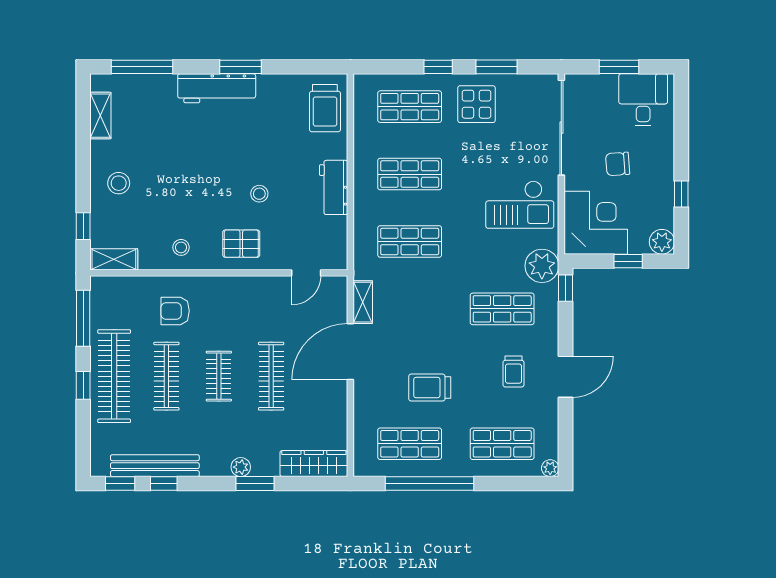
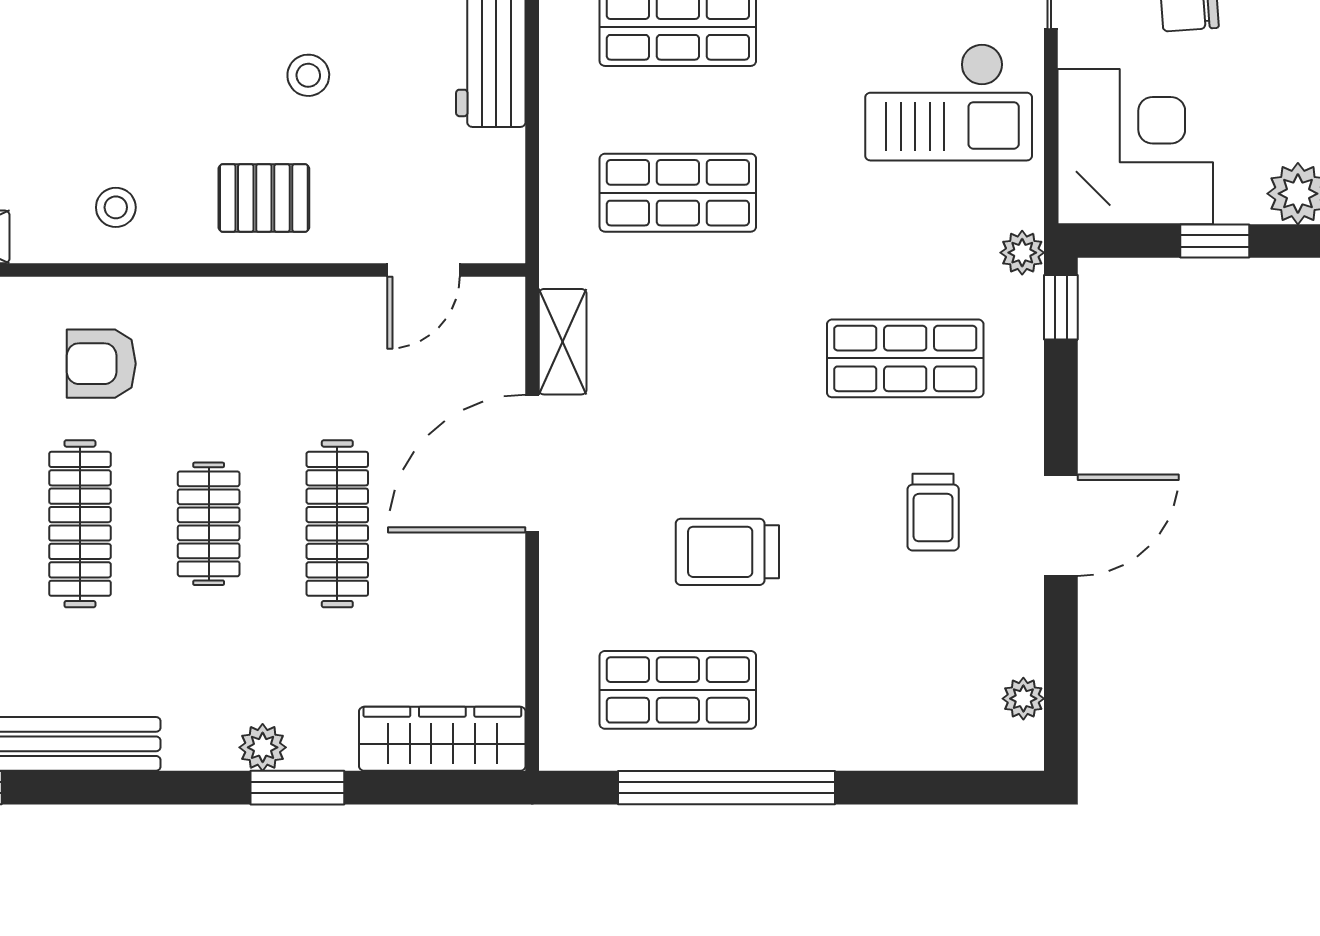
plant: (542, 266) -> (1022, 253), width x0.53, depth x0.53
shop shelf: (502, 444) -> (905, 690), removed
plant: (550, 468) -> (1023, 699), moved
window: (164, 483) -> (73, 788), removed

